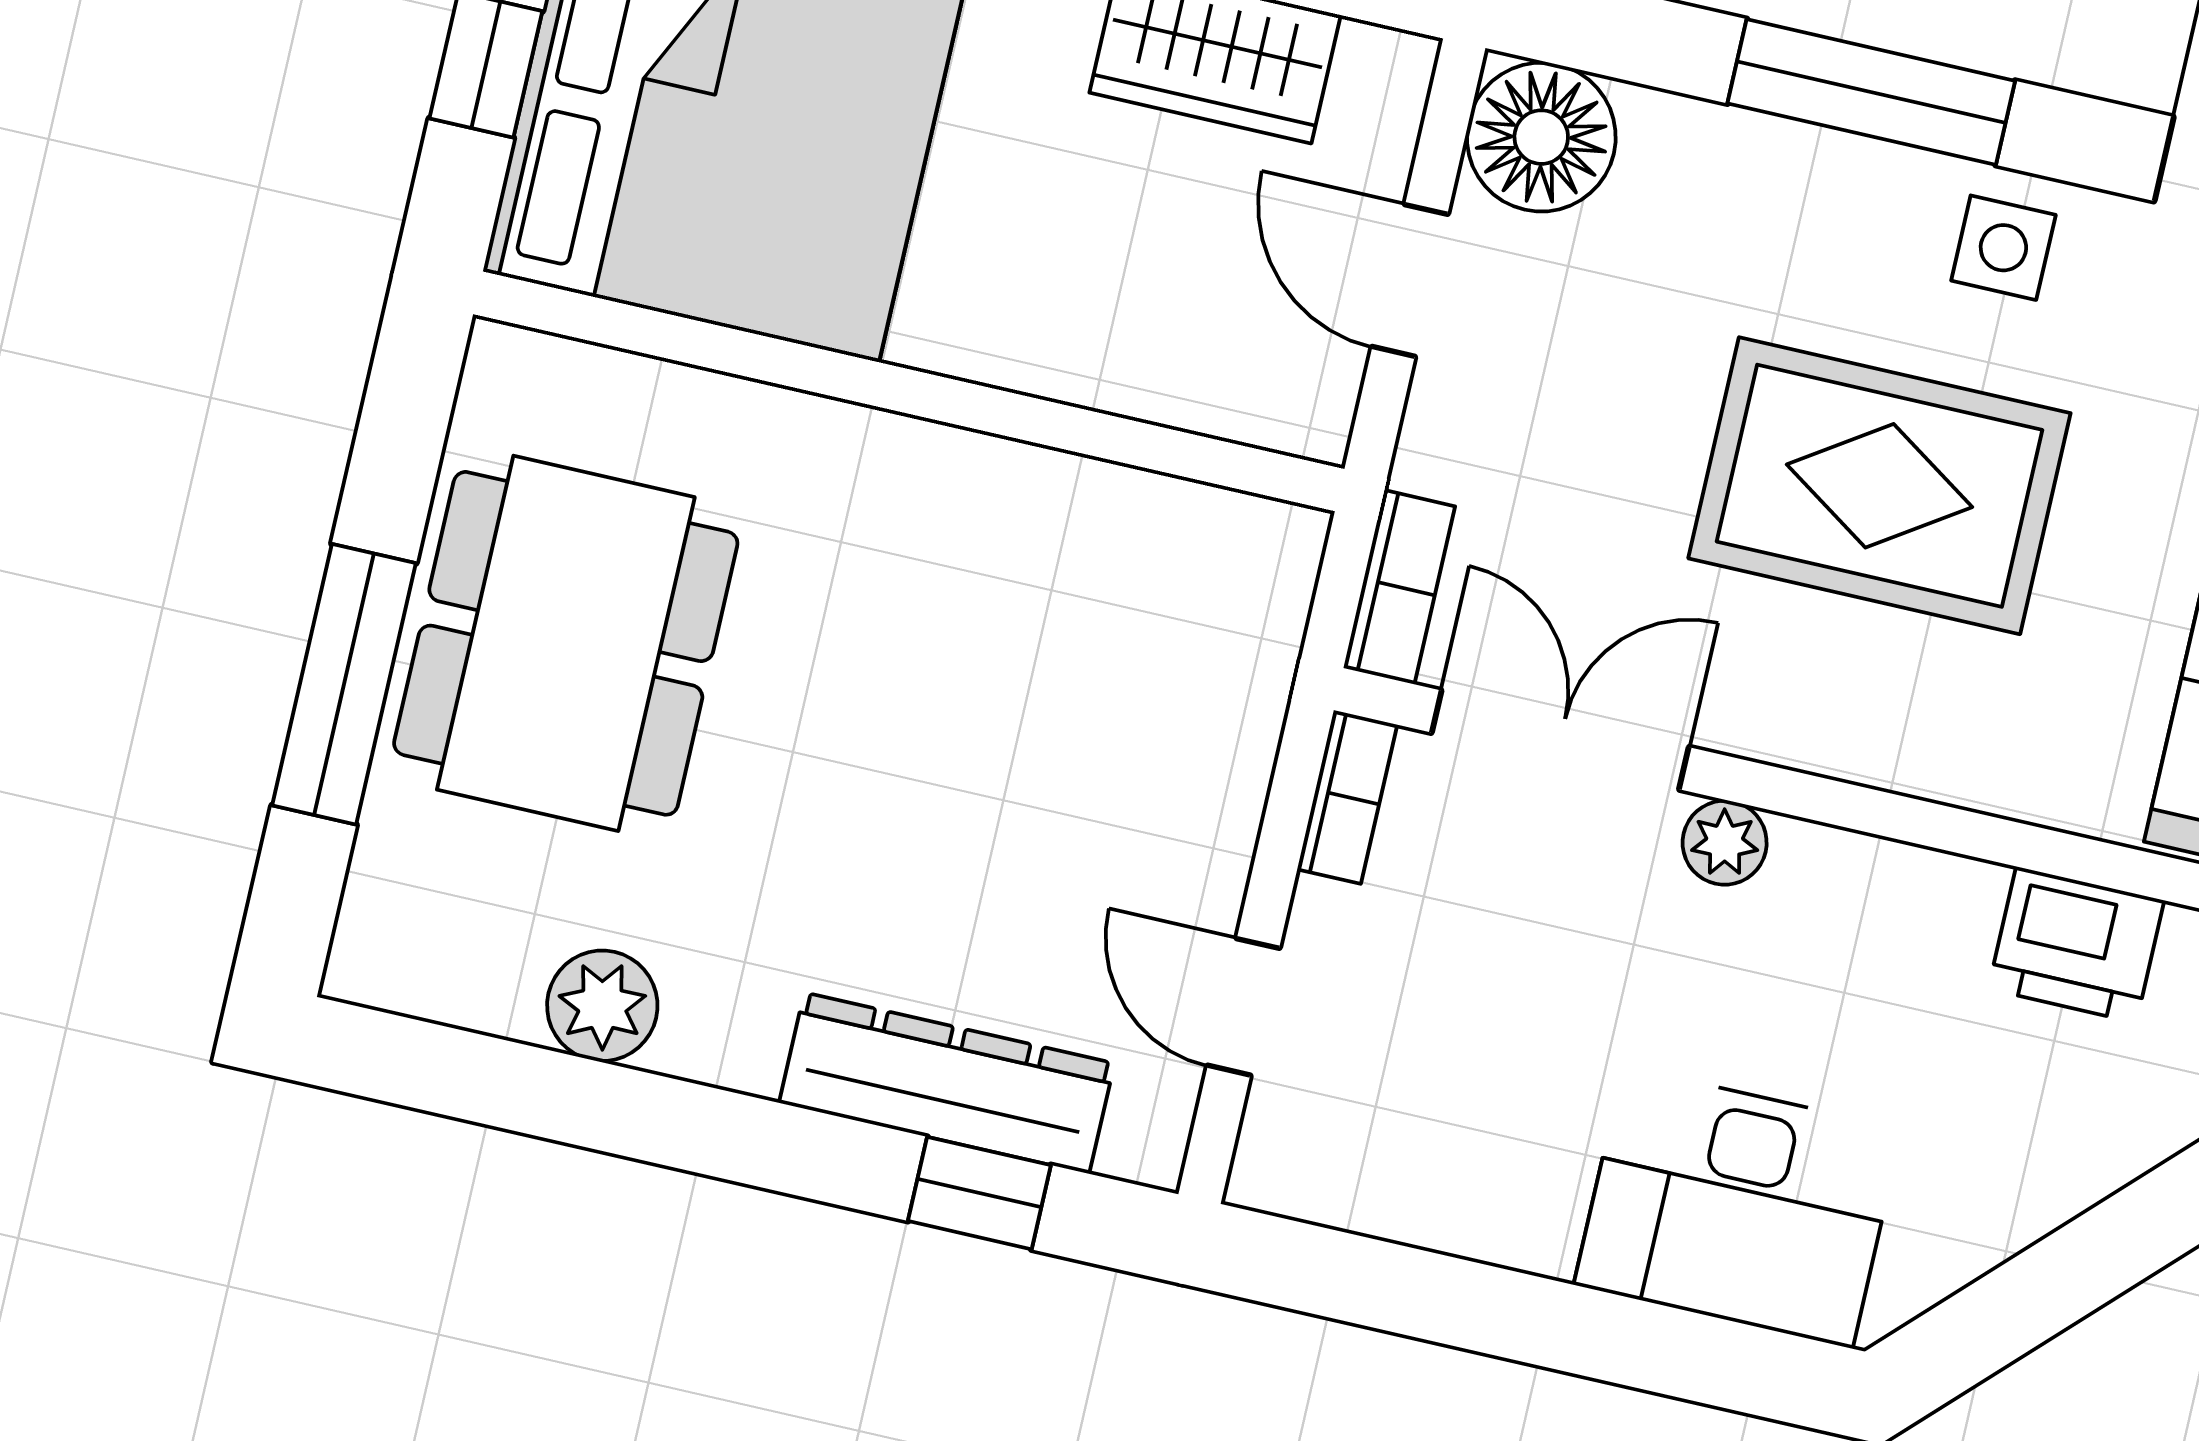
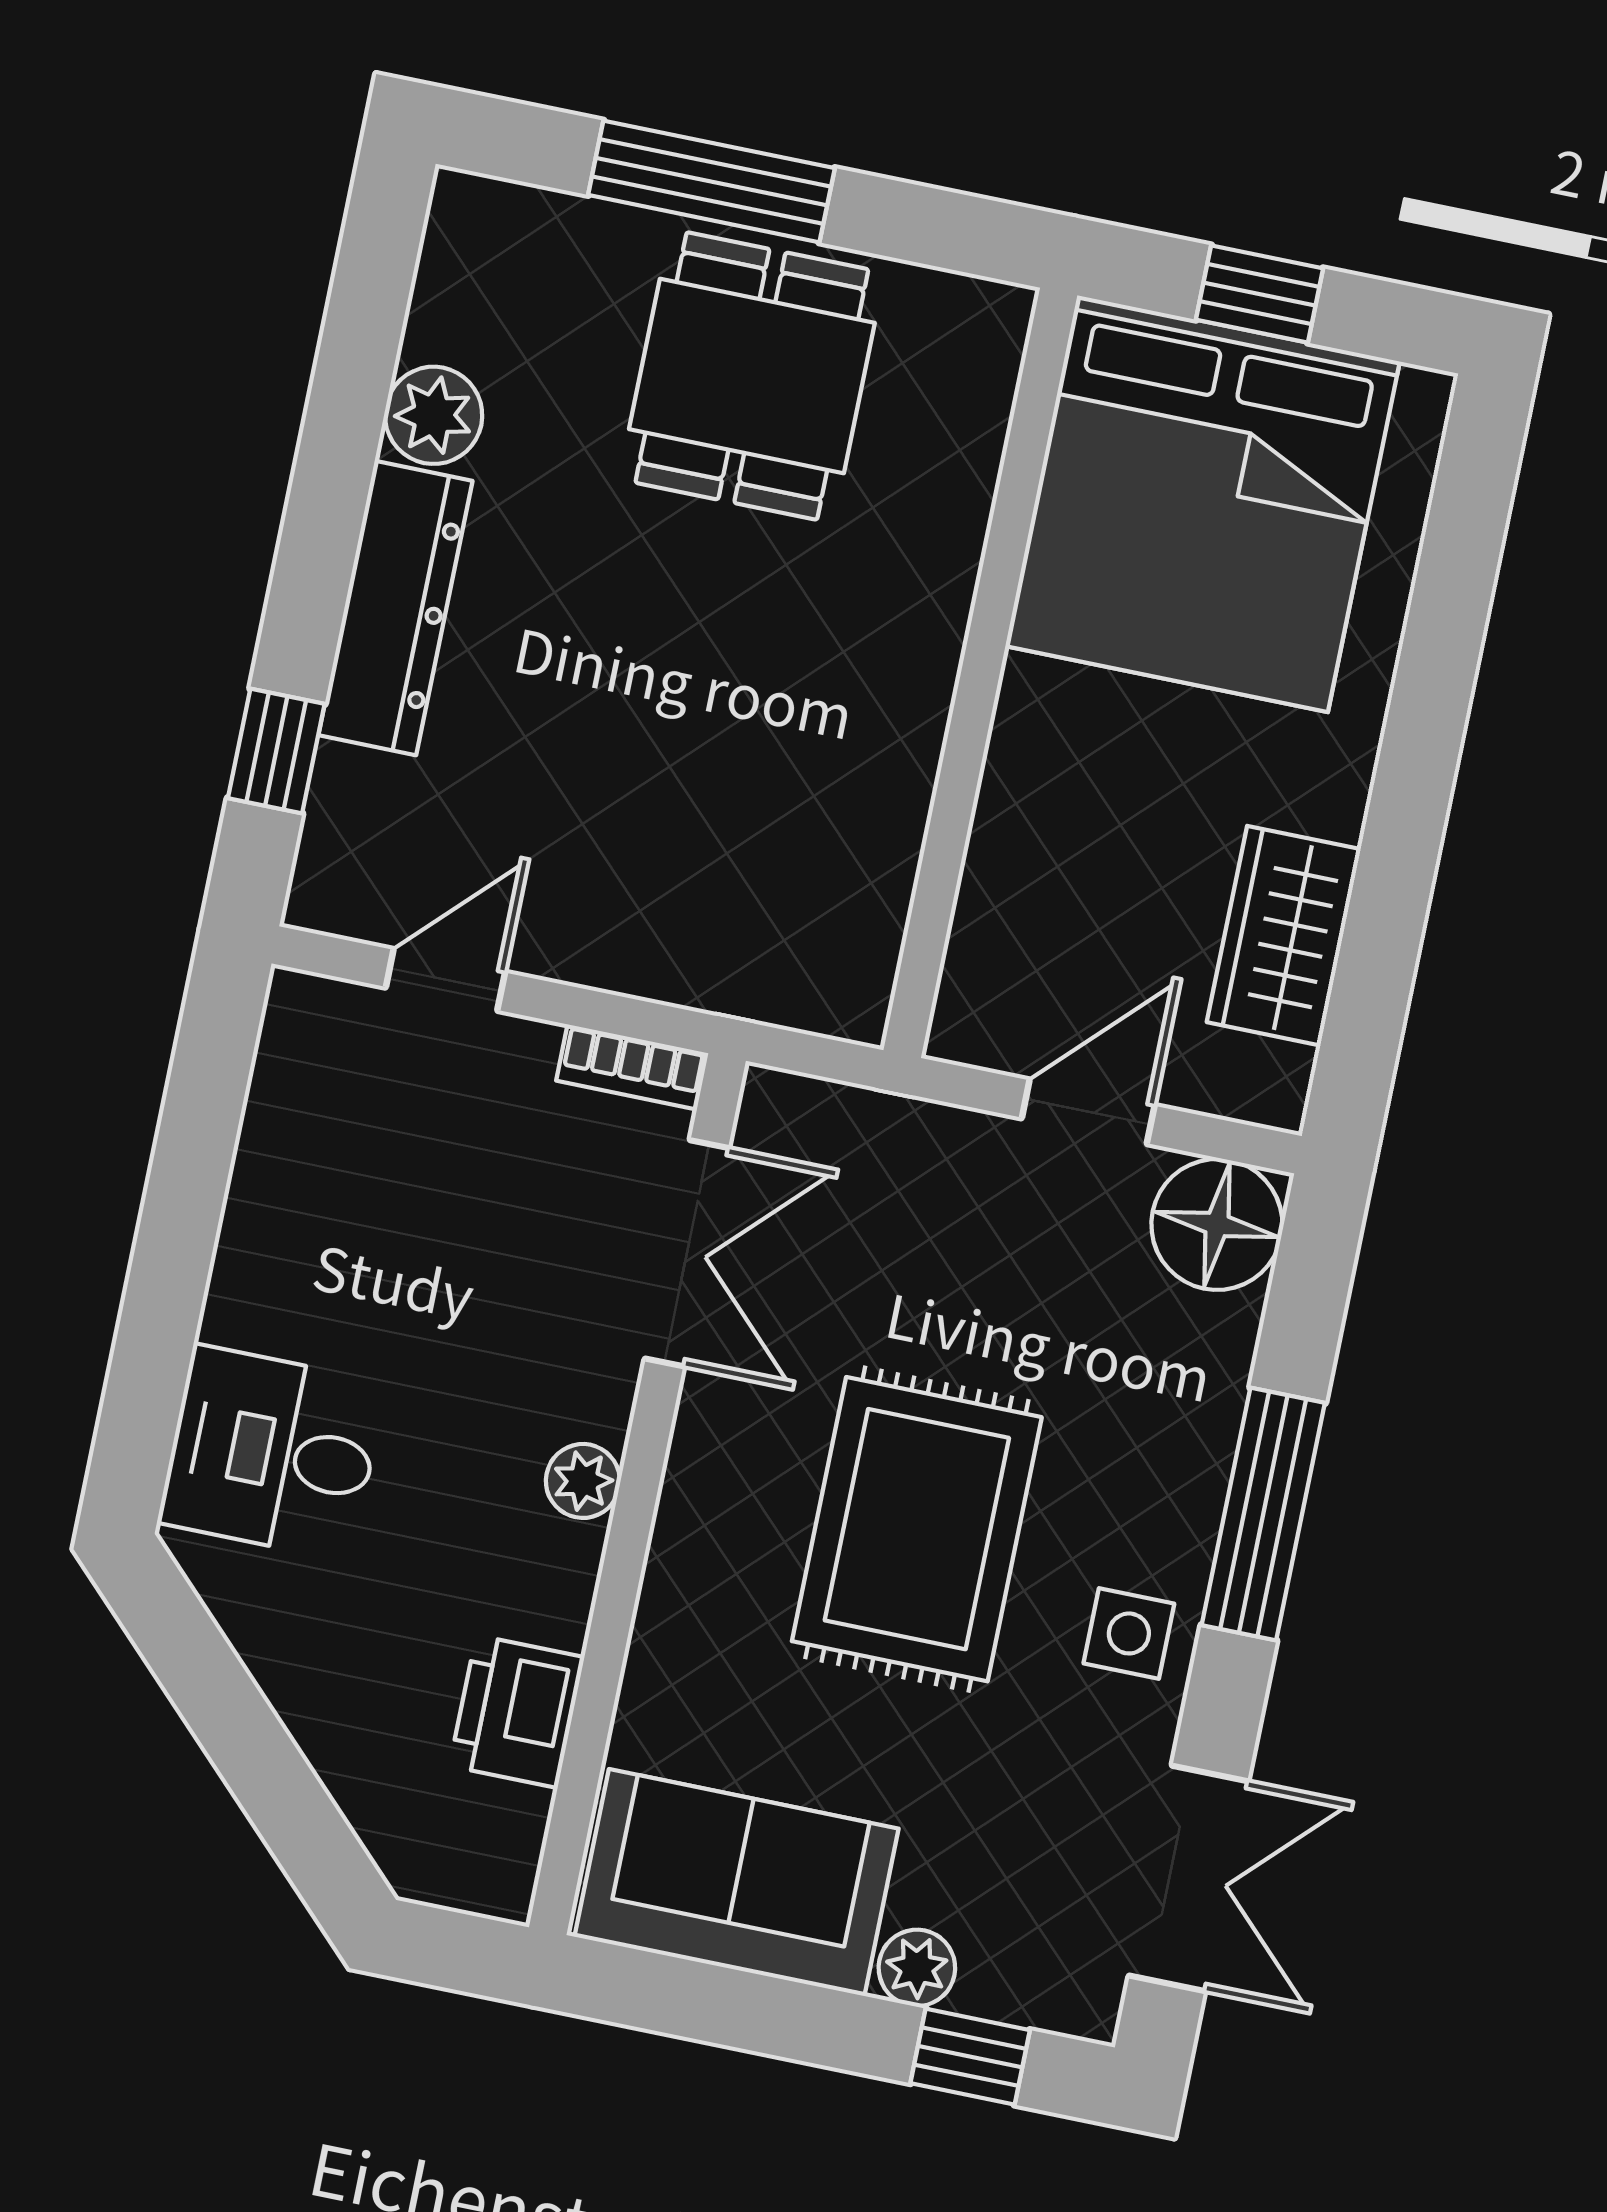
bookcase: (1399, 587) -> (818, 1108), removed
dining table: (566, 643) -> (752, 376), width x0.73
plant: (1725, 843) -> (583, 1481), moved
dresser: (947, 1083) -> (395, 608), moved
desk: (1738, 1207) -> (272, 1453), width x0.73

